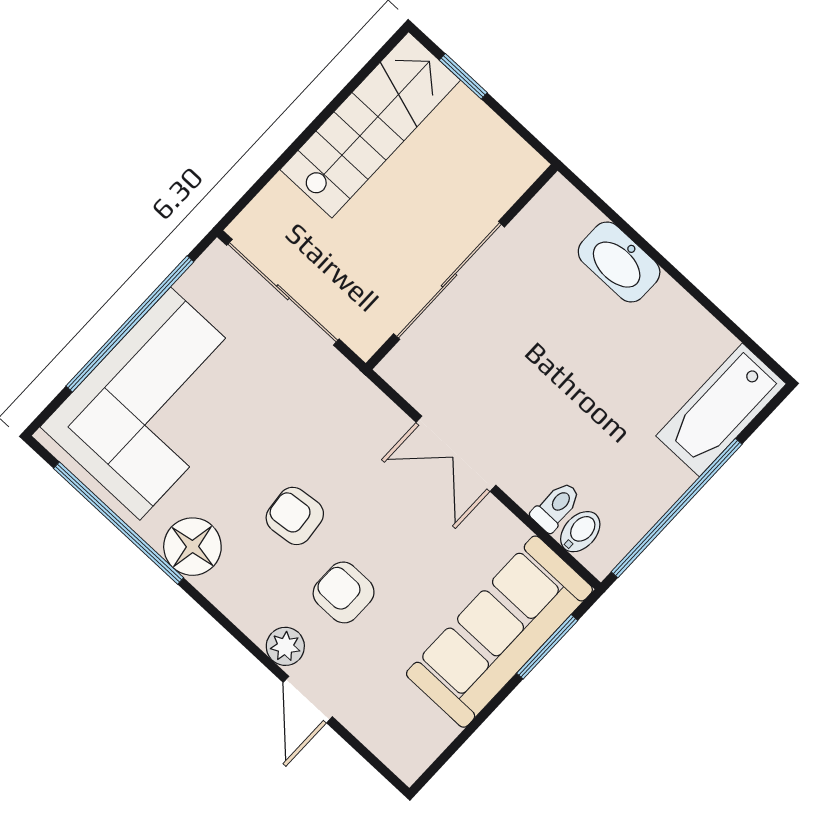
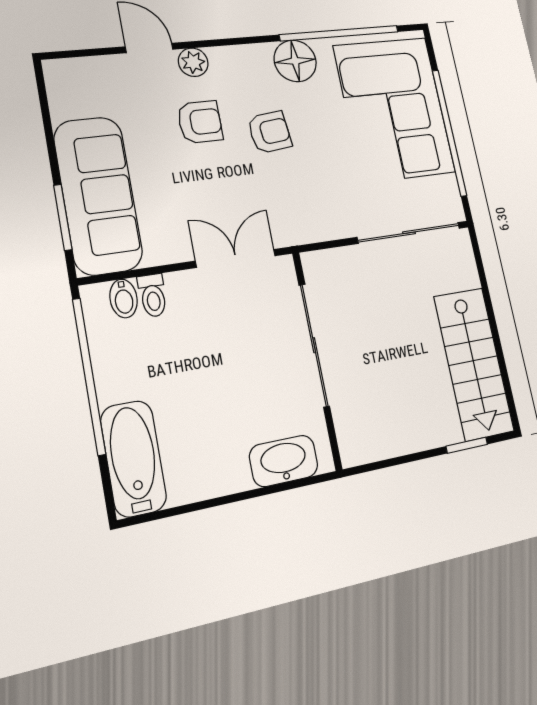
wall: (462, 267) -> (317, 360), moved
sliding door: (449, 280) -> (314, 345), moved

